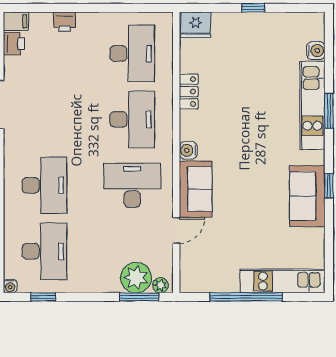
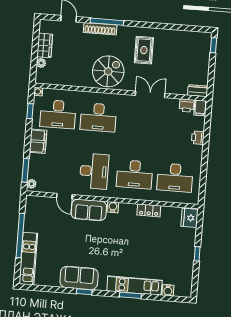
plant: (136, 278) -> (37, 169), removed
filing cabinet: (91, 280) -> (38, 141), added

